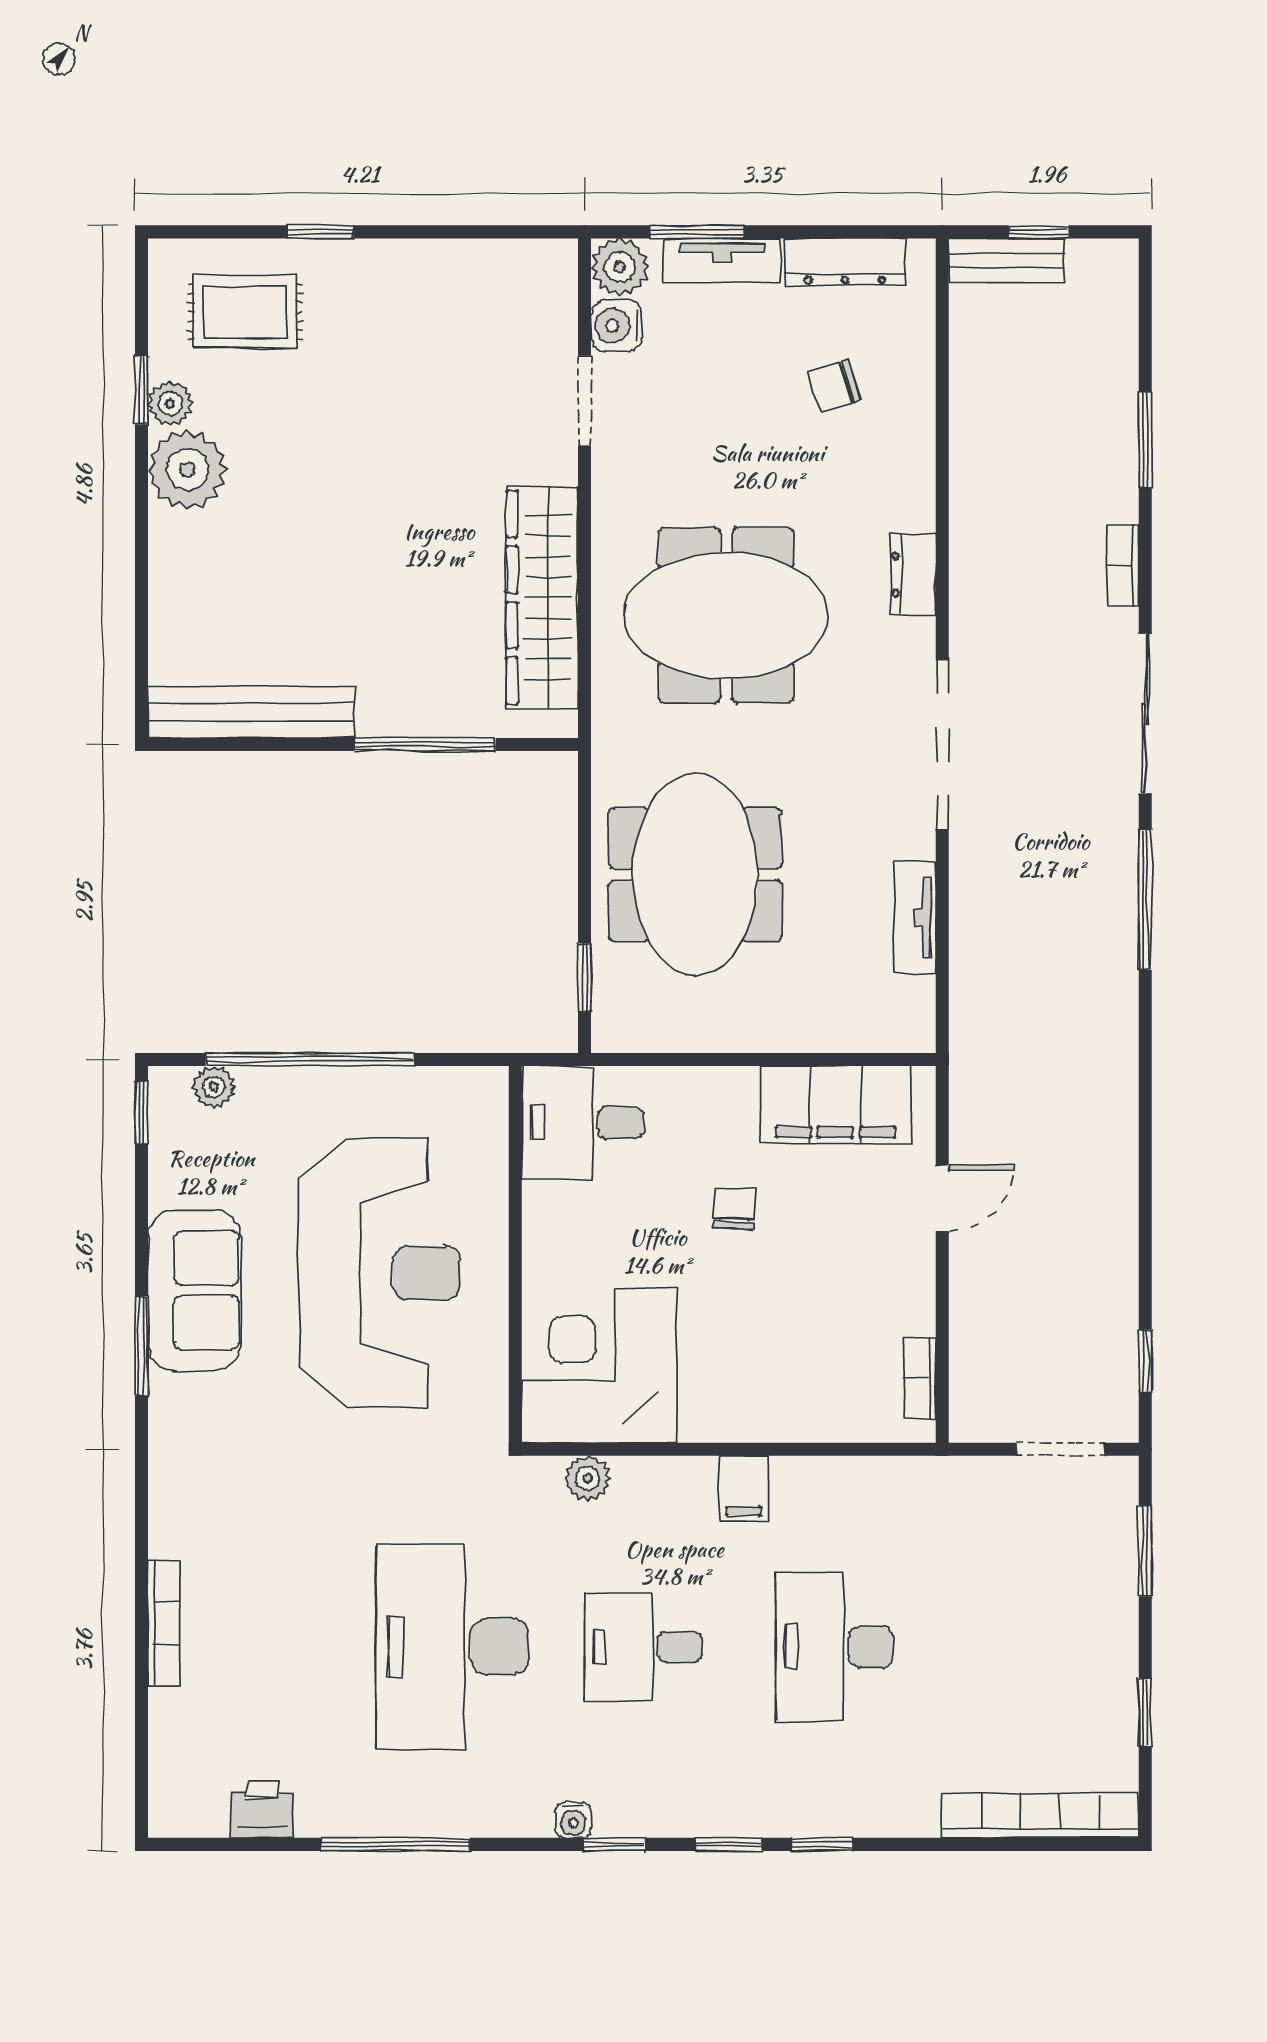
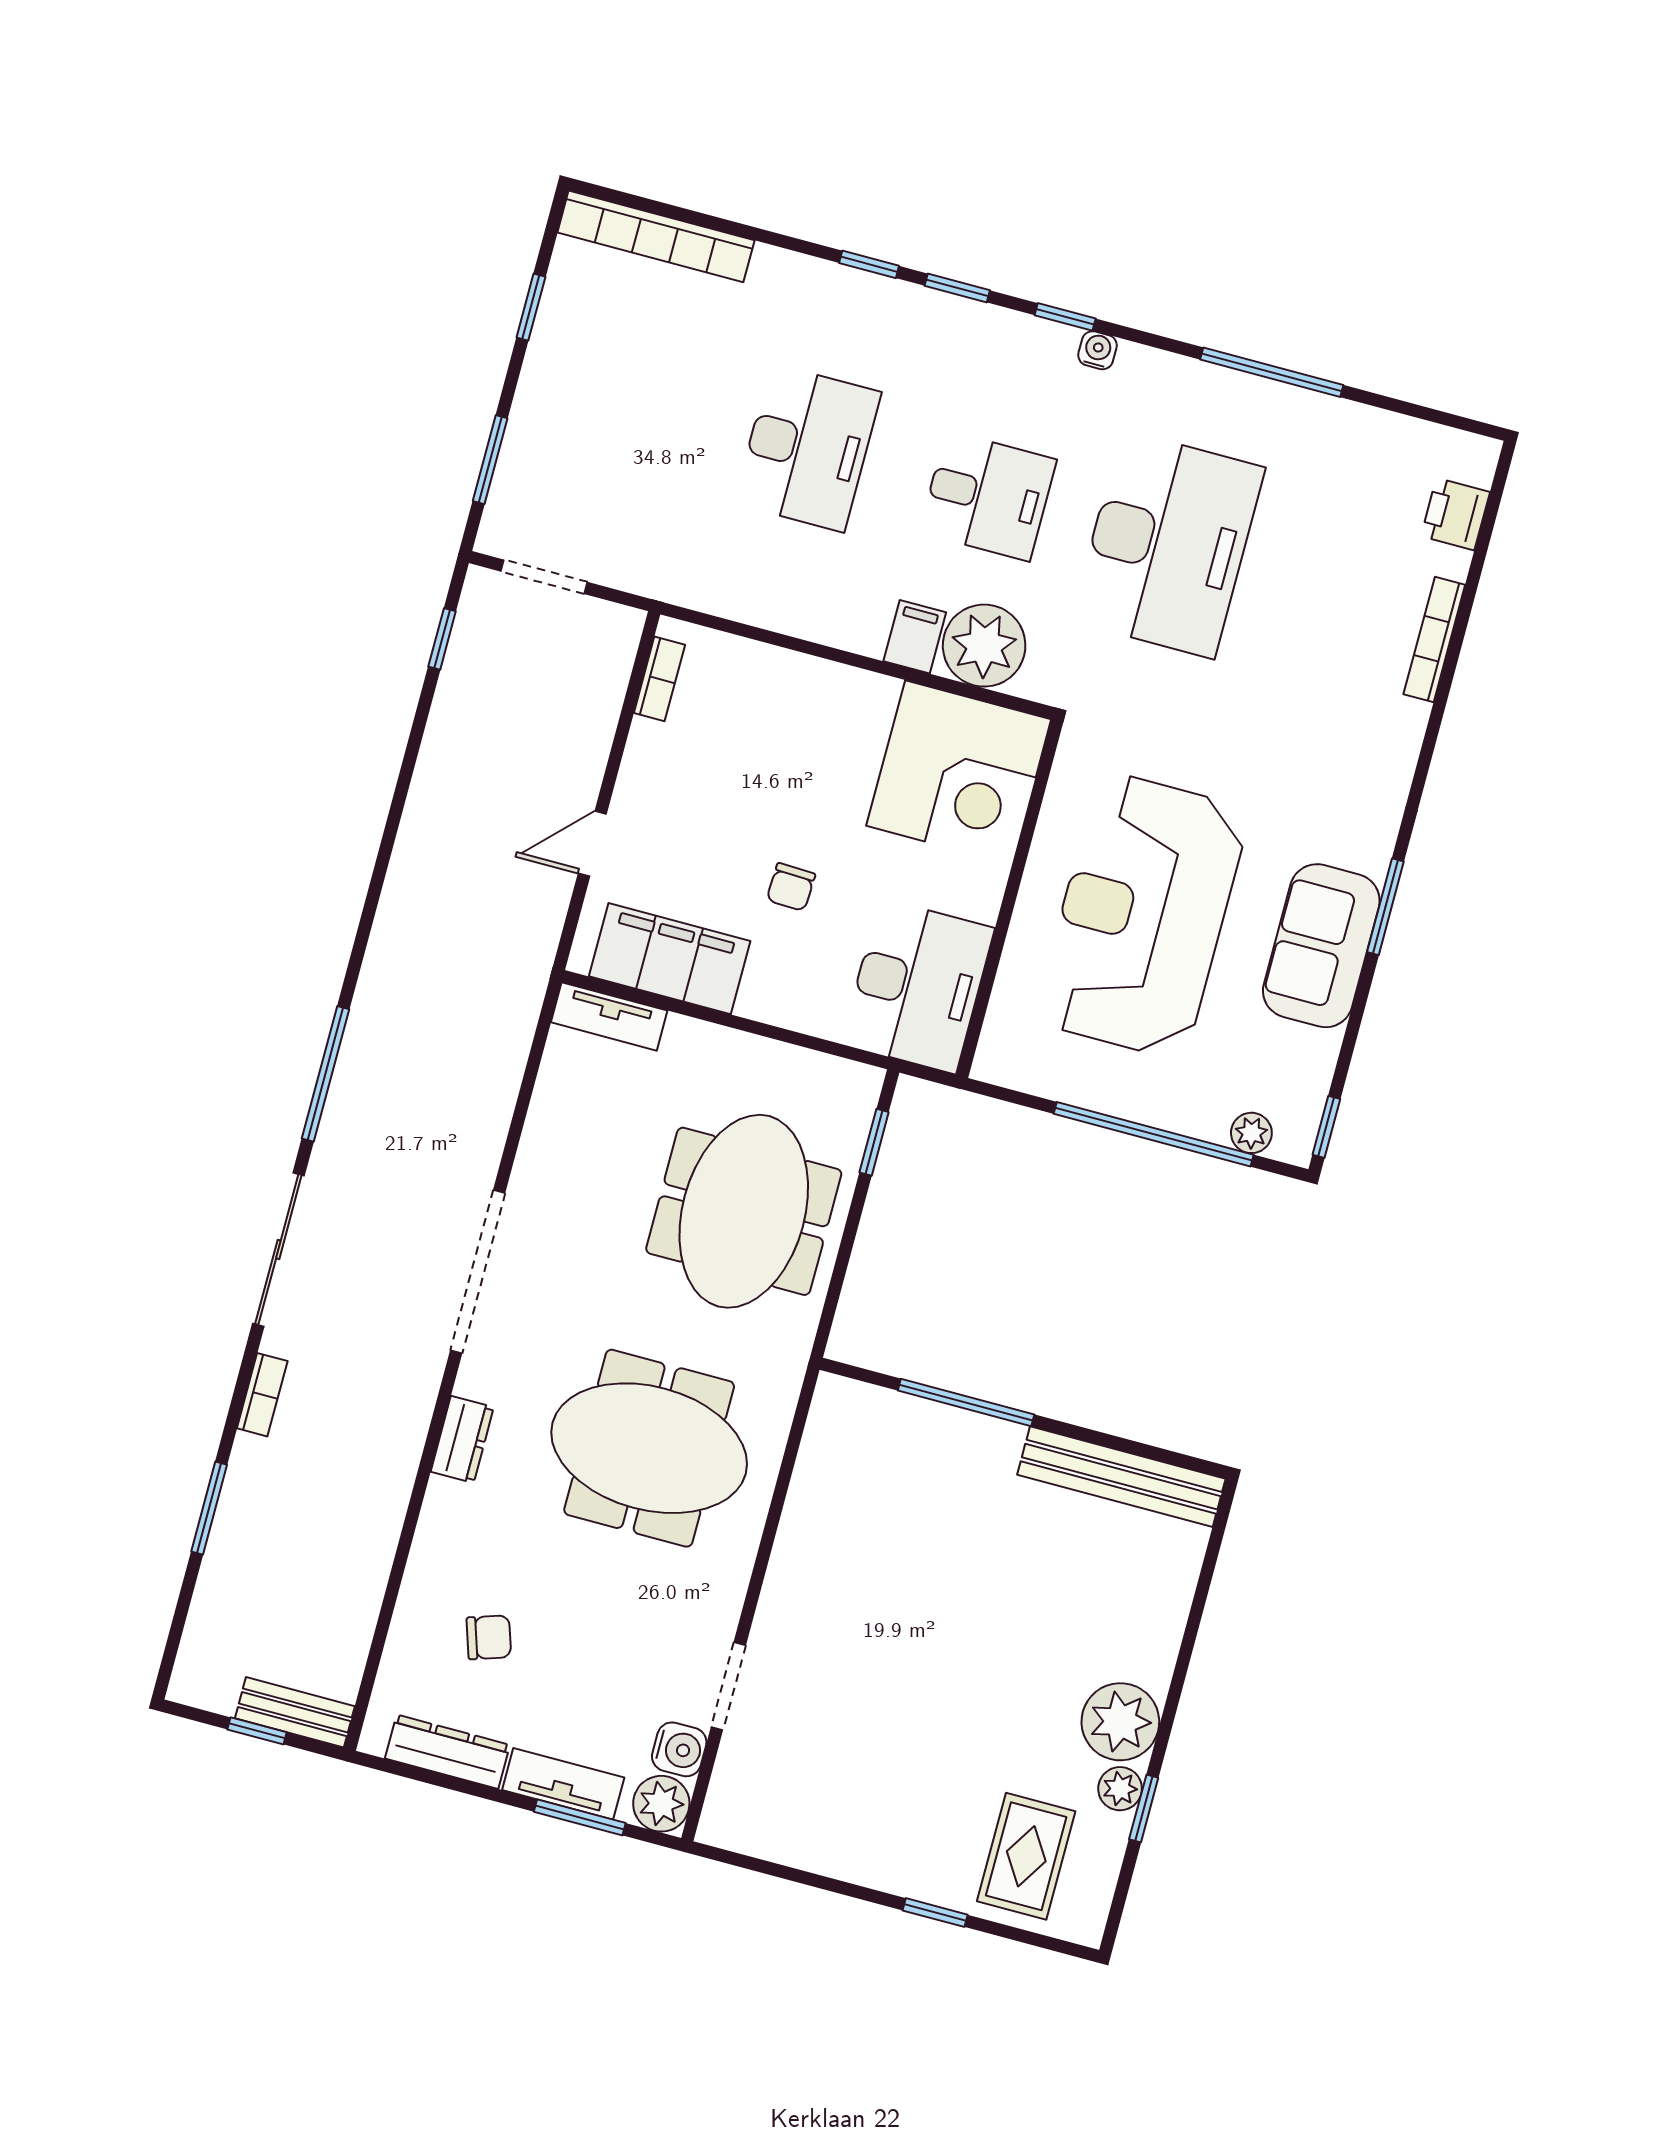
rug: (245, 312) -> (1026, 1856), turned 90
wardrobe: (542, 597) -> (818, 1512), removed
tv unit: (915, 918) -> (609, 1016), moved, turned 90
desk: (583, 1123) -> (918, 986), width x1.37
plant: (588, 1478) -> (984, 646), width x1.88, depth x1.88
filing cabinet: (743, 1488) -> (915, 637), moved
printer: (262, 1810) -> (1455, 514), moved, turned 90

